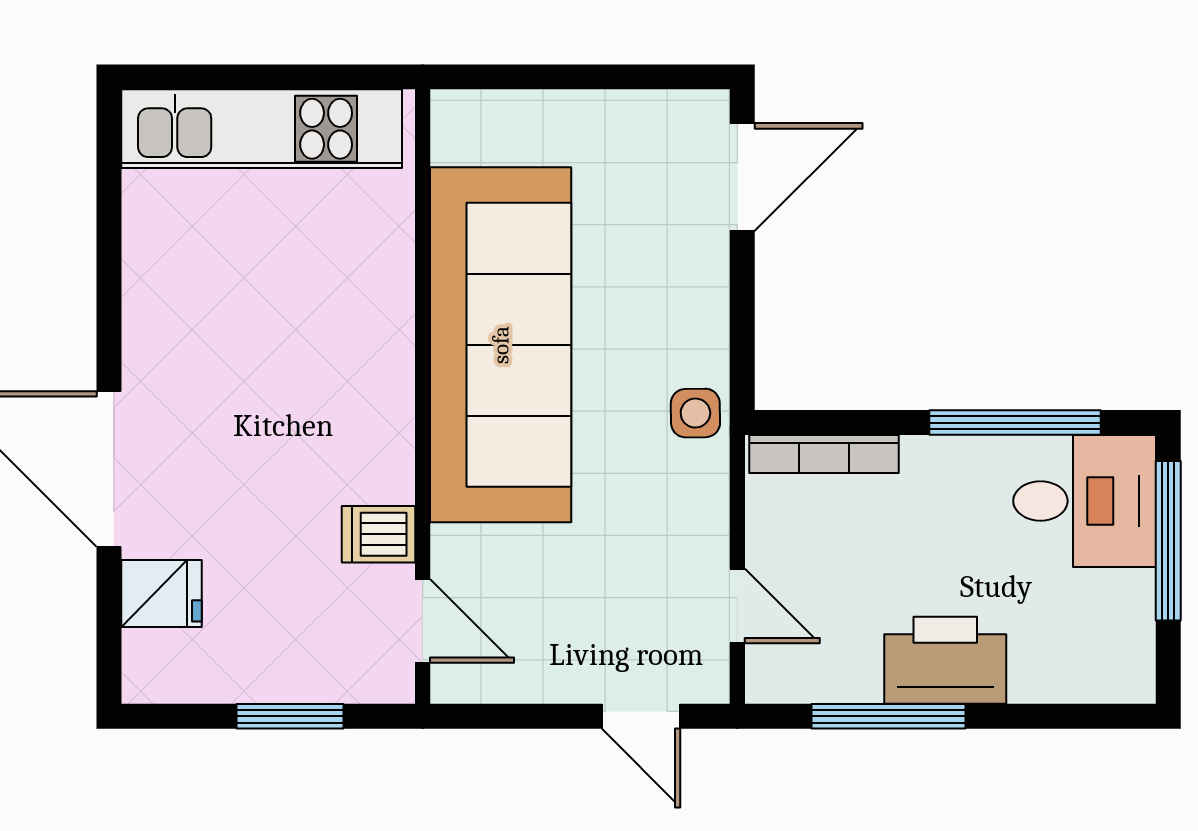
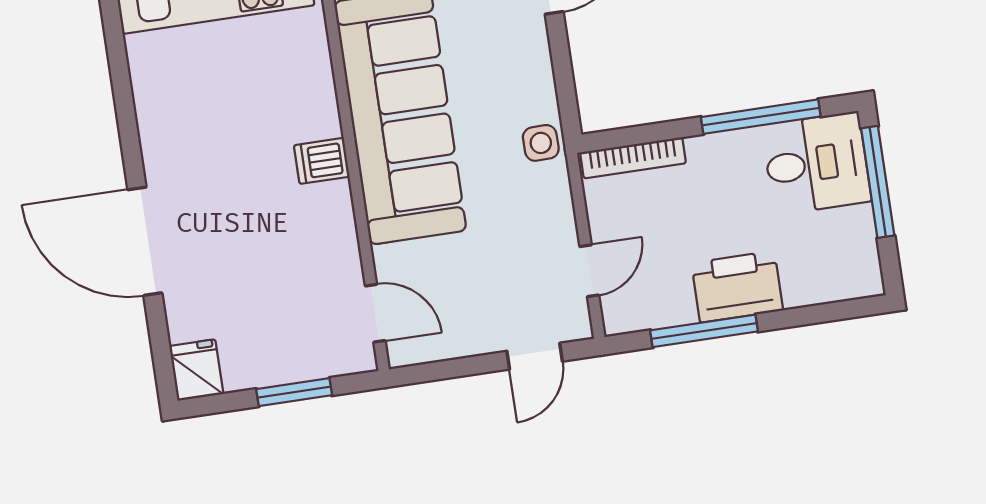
dishwasher: (379, 534) -> (322, 161), moved
fridge: (162, 593) -> (196, 370), moved, turned -90
door: (737, 606) -> (589, 271), hinge flipped
door: (641, 716) -> (535, 356), hinge flipped

